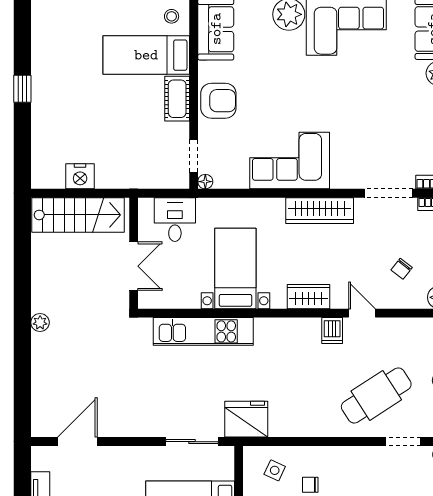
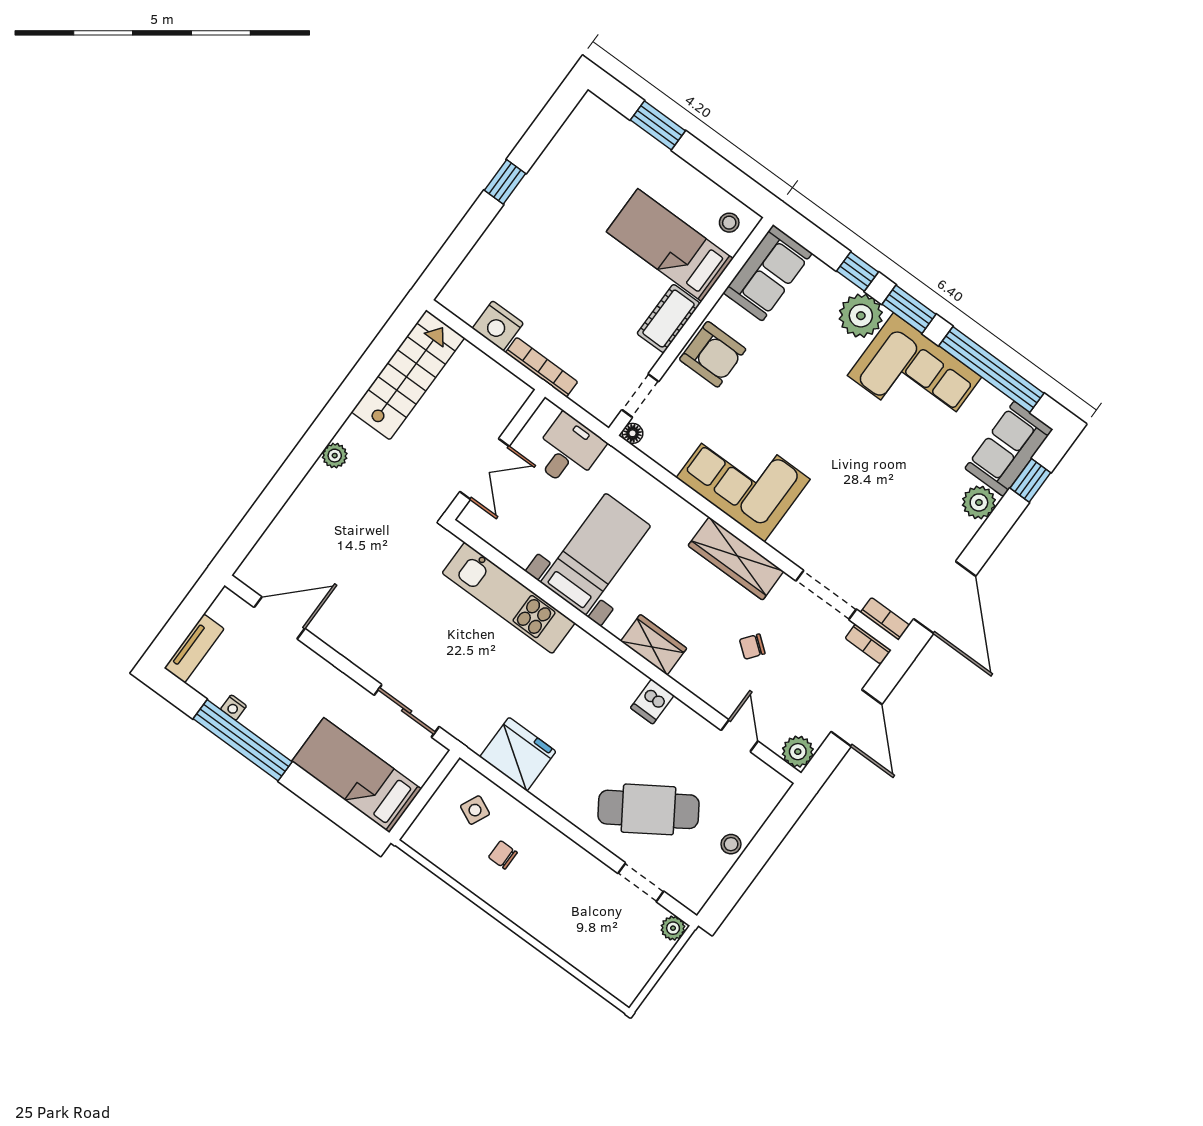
bookcase: (123, 182) -> (541, 367), added
stairs: (78, 215) -> (408, 375), moved, turned -90
chair: (402, 269) -> (752, 647), moved
door: (362, 313) -> (740, 736), moved
fridge: (246, 419) -> (518, 754), moved

